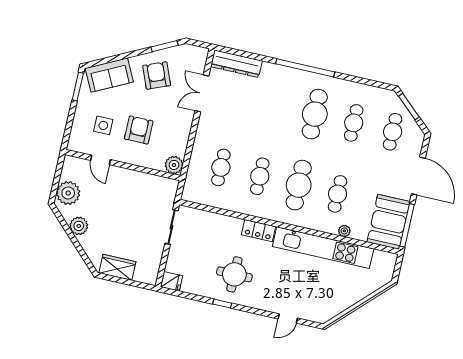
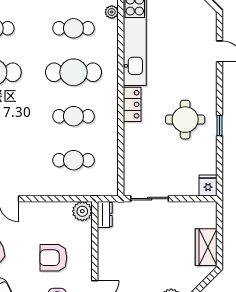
dresser: (167, 184) -> (105, 214), added

